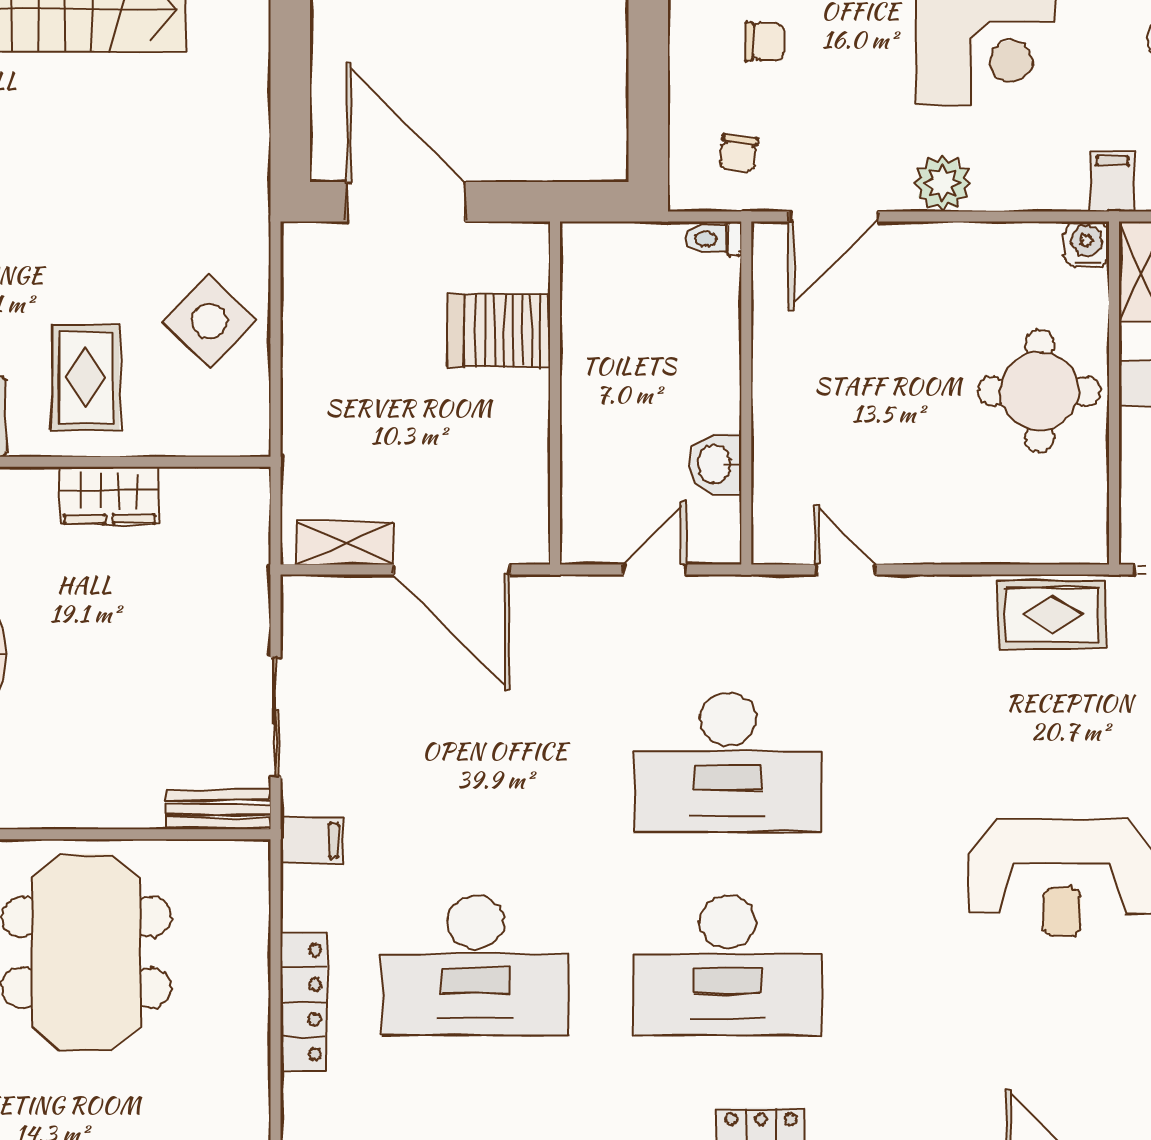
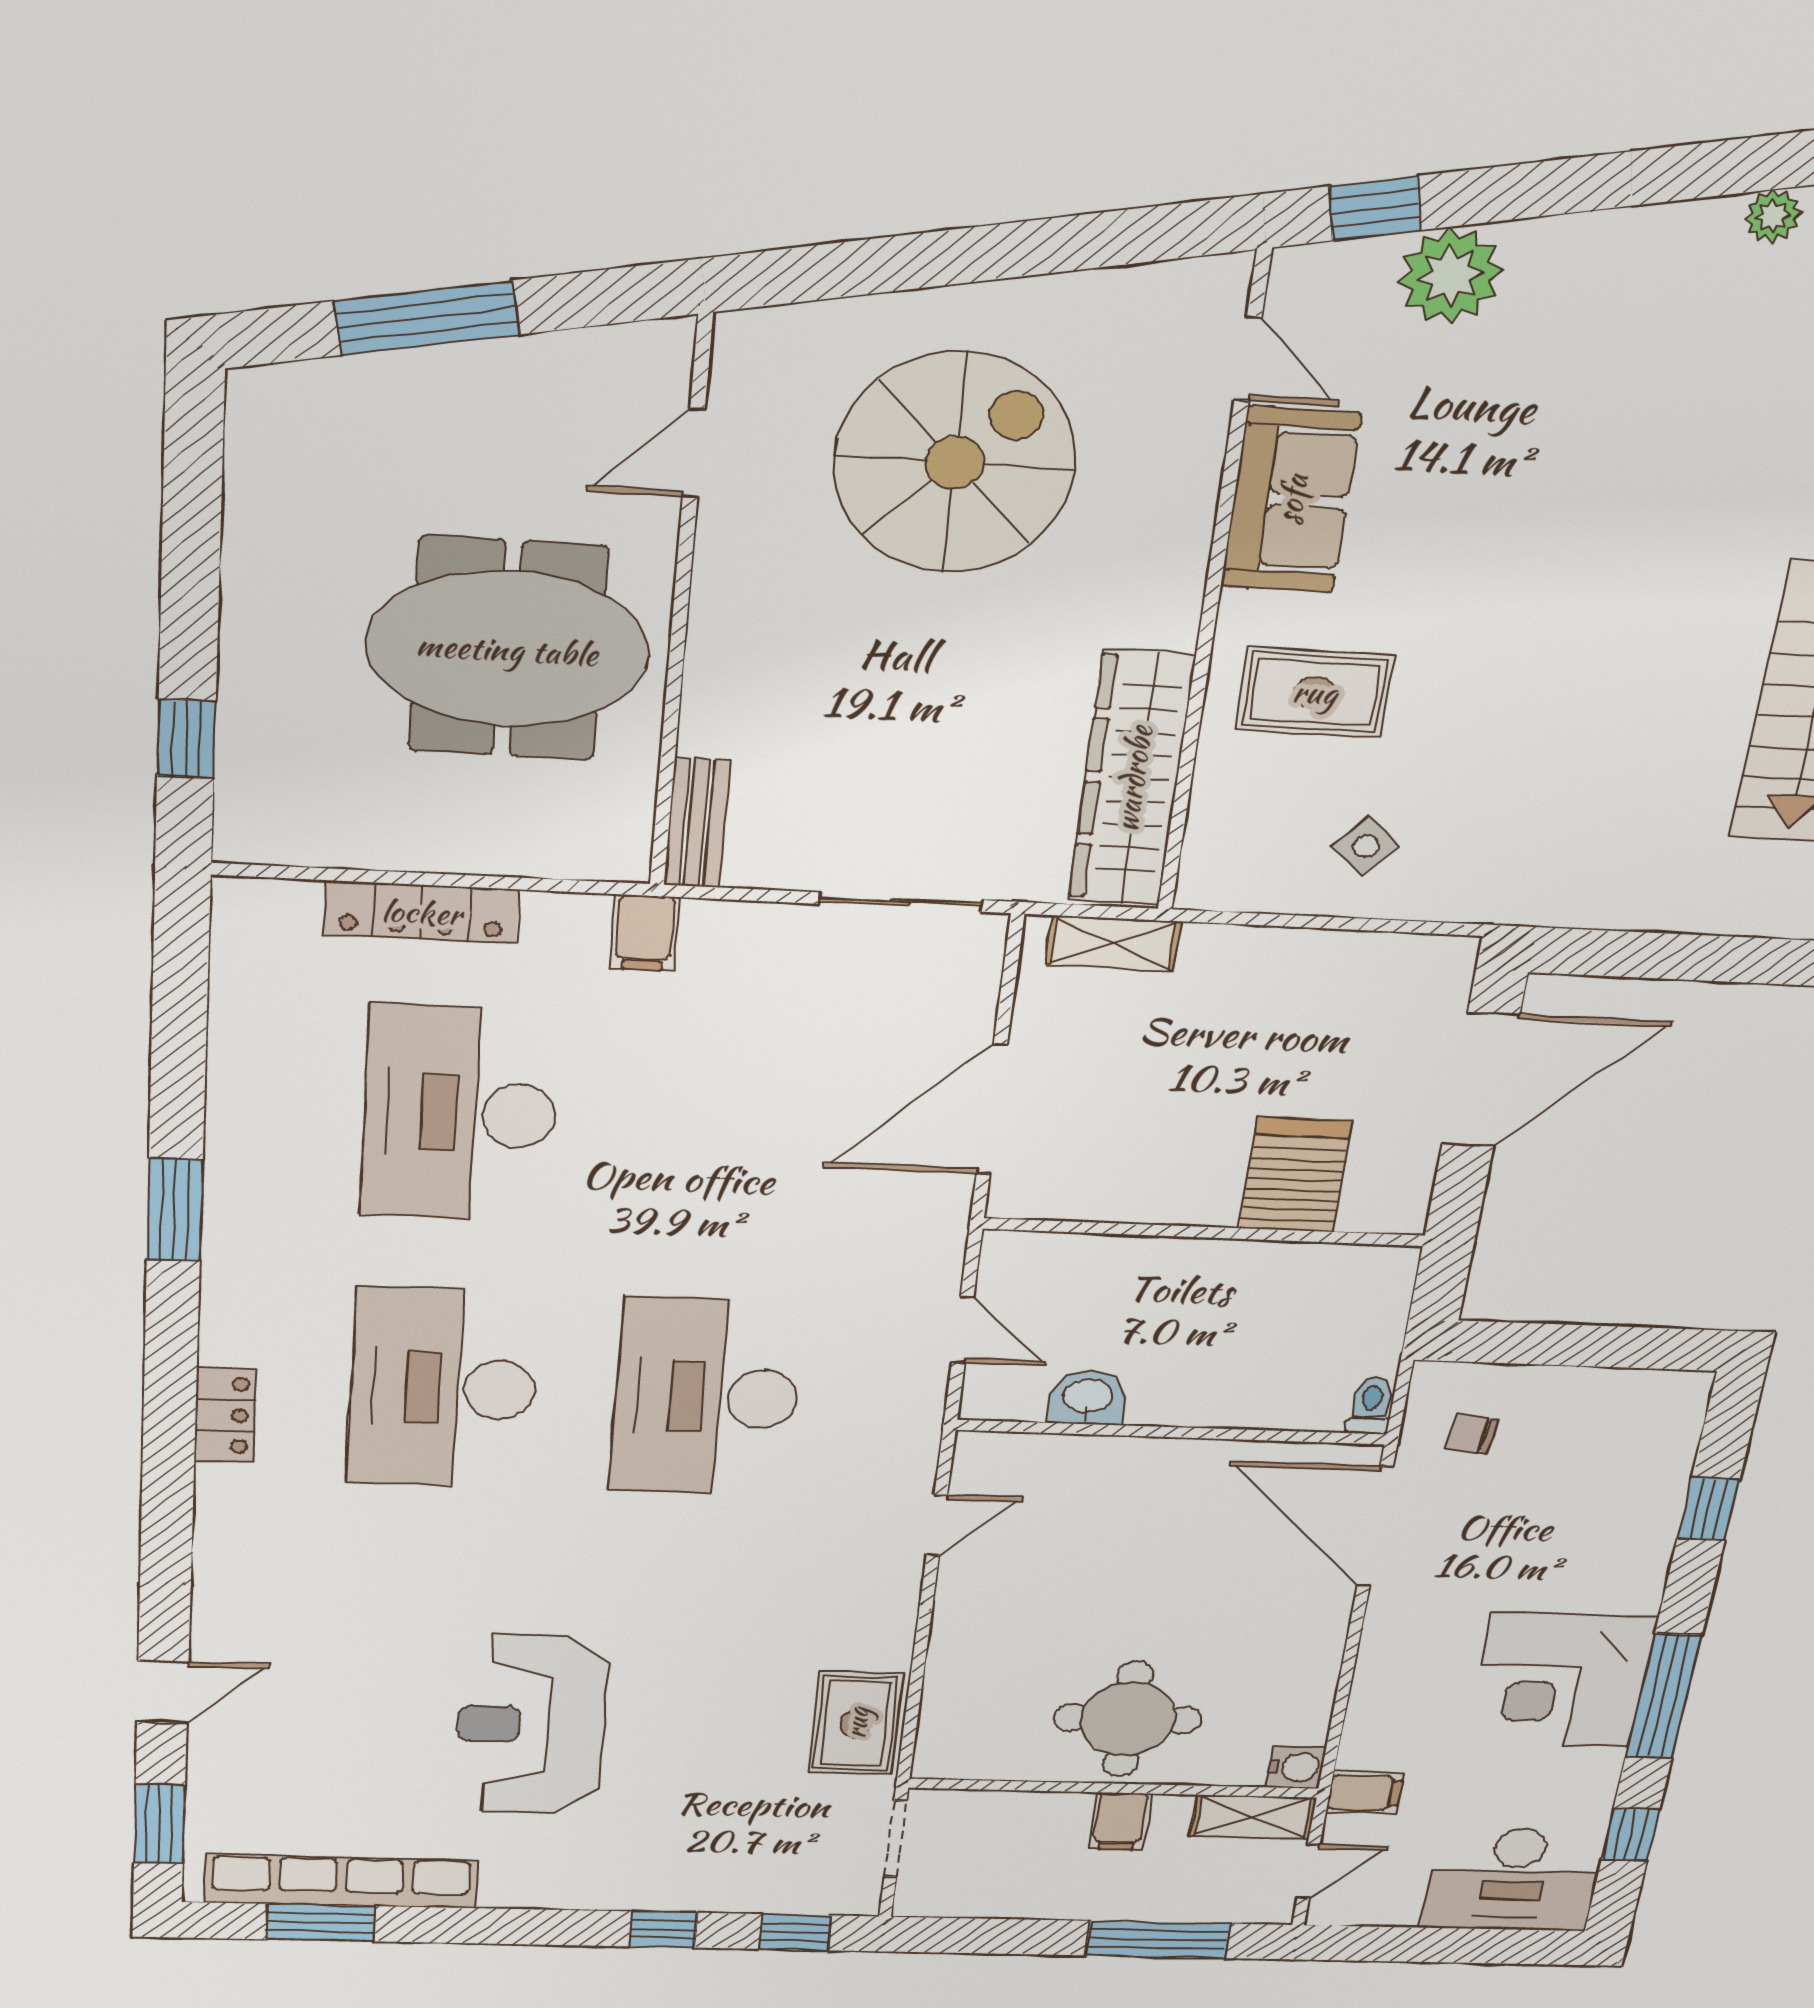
chair: (764, 41) -> (1603, 1465), removed
plant: (943, 183) -> (1395, 1634), removed
door: (834, 217) -> (1375, 1527), width x1.36
side table: (209, 321) -> (1366, 846), width x0.54, depth x0.54
wardrobe: (109, 495) -> (1132, 779), width x2.10, depth x1.17
shelving: (345, 543) -> (1113, 943), moved, turned 90
sliding door: (276, 717) -> (900, 902), moved

